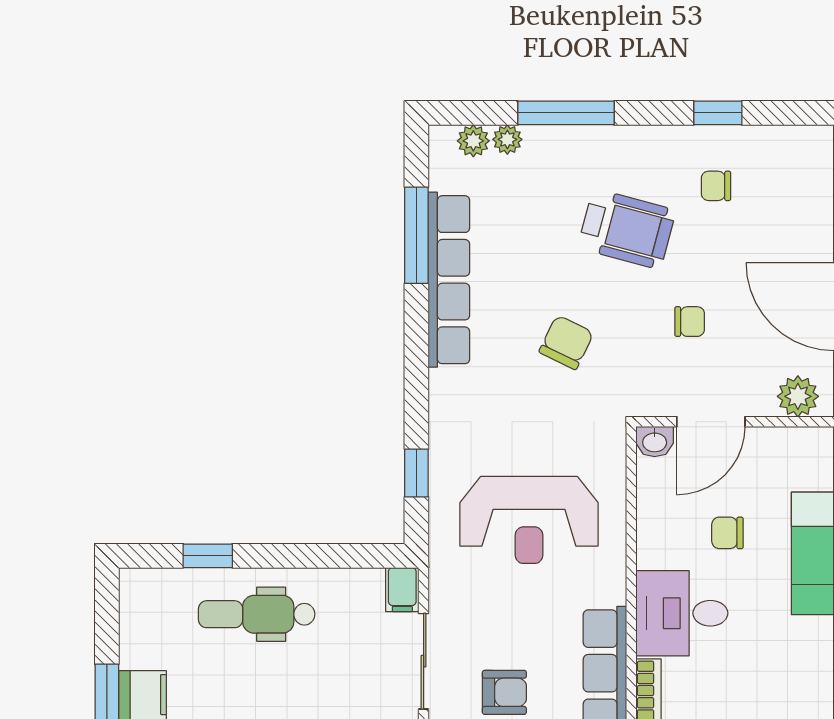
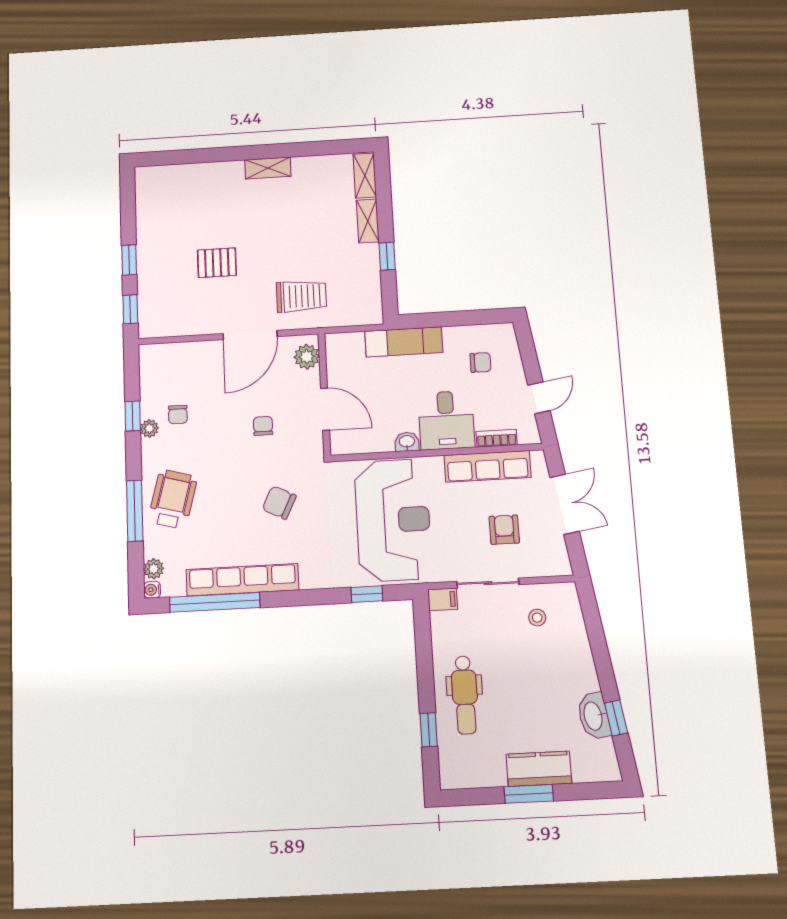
water cooler: (441, 138) -> (152, 590), added
plant: (507, 139) -> (149, 428), moved
wheelchair: (627, 229) -> (173, 499), moved
window: (416, 235) -> (215, 602), width x1.46
washbasin: (655, 442) -> (407, 442), moved, turned -90
reception desk: (529, 520) -> (393, 520), width x1.36, depth x1.30
chair: (727, 533) -> (480, 362), moved, turned -90

